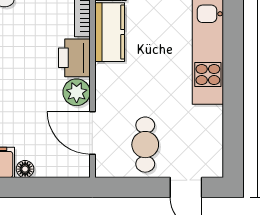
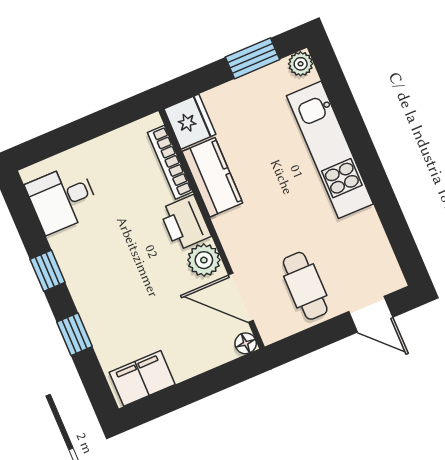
floor lamp: (25, 169) -> (246, 343), moved

